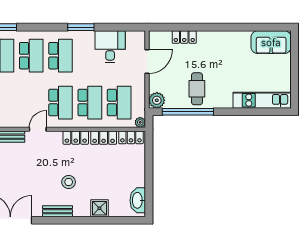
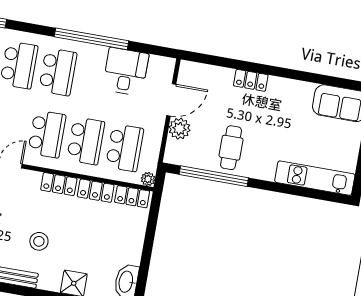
window: (81, 27) -> (91, 39), width x2.11
locker: (184, 37) -> (251, 80), moved
plant: (157, 100) -> (179, 129), moved

